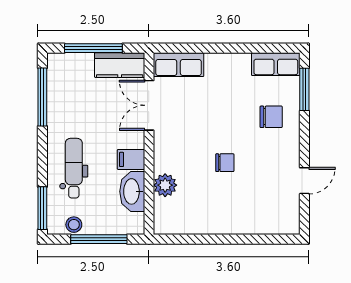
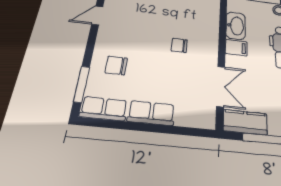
row of seats: (179, 65) -> (151, 113), moved
chair: (225, 163) -> (179, 45), moved
plant: (165, 185) -> (210, 27), removed

